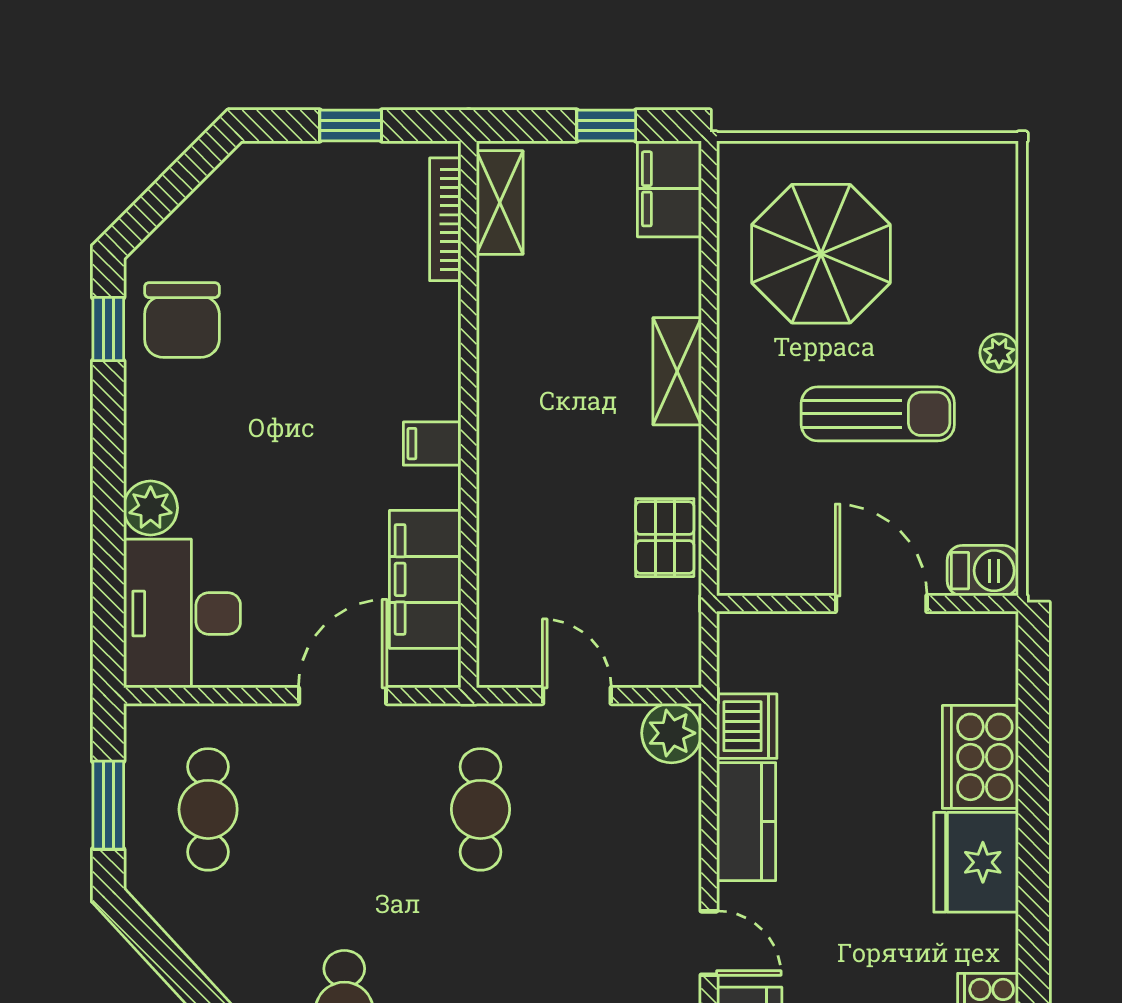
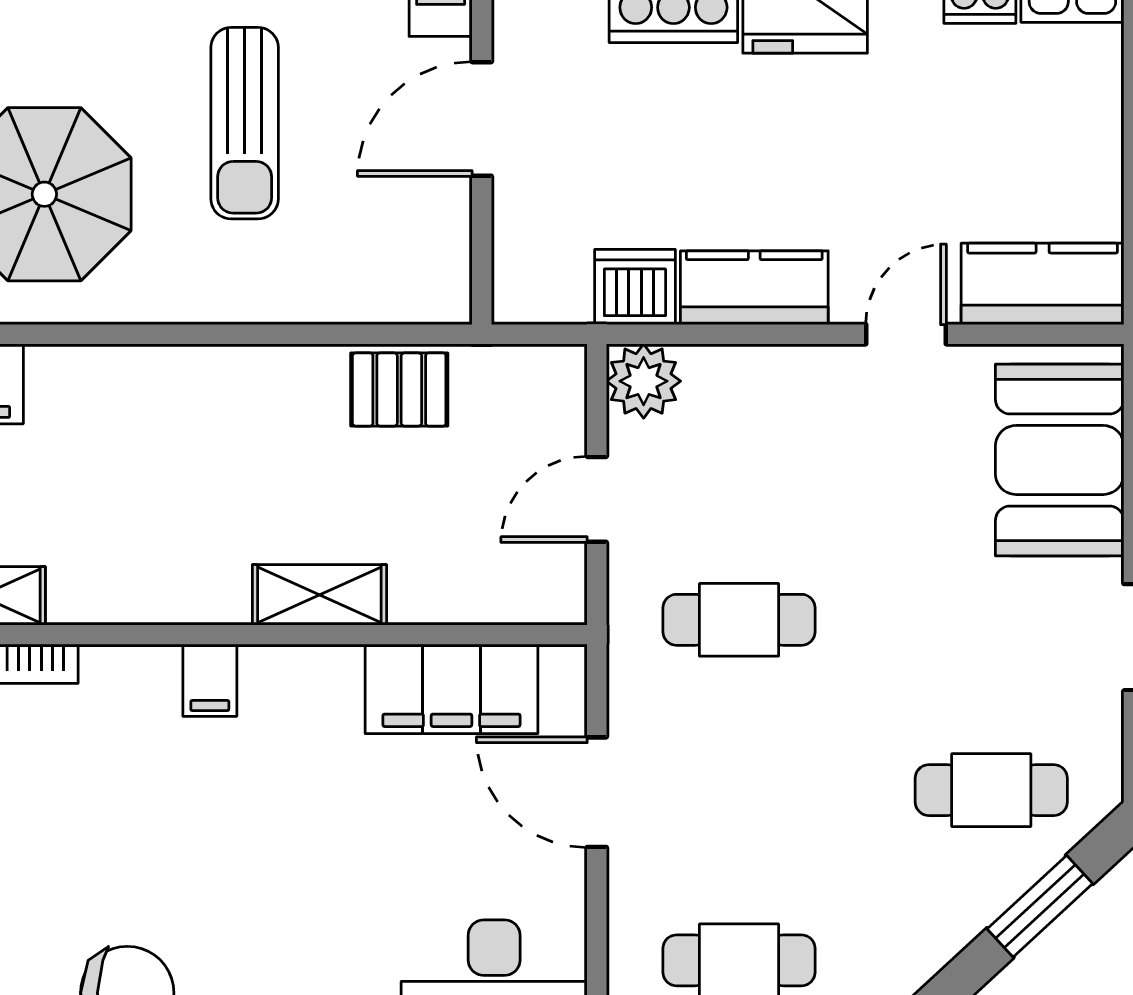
shelving: (677, 371) -> (319, 595), moved
sun lounger: (878, 414) -> (245, 123), turned 180
filing cabinet: (432, 444) -> (210, 680), moved

